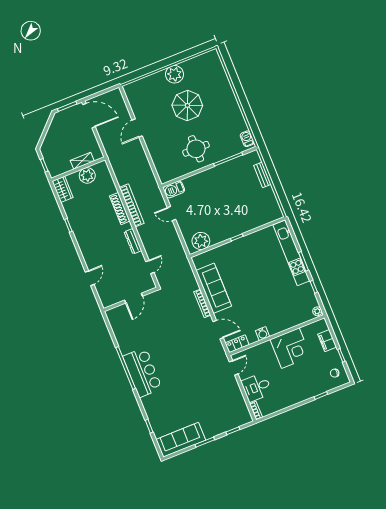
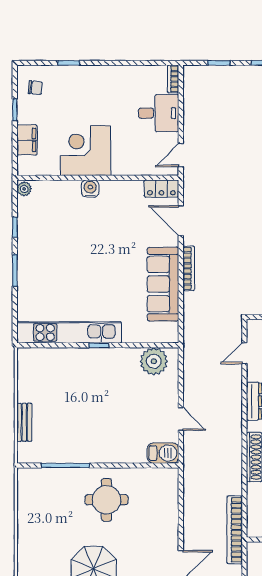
barbecue: (247, 139) -> (25, 484), removed
bookcase: (132, 205) -> (235, 530), moved
kitchen unit: (291, 253) -> (69, 332), moved, turned -90
water cooler: (262, 334) -> (90, 188), moved

